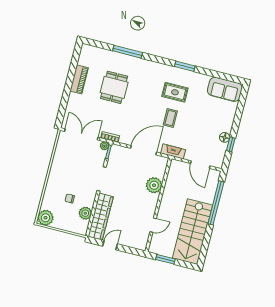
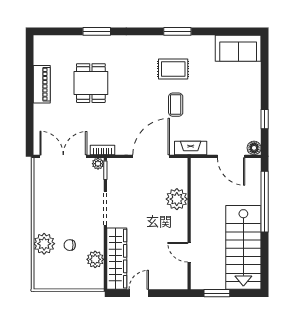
window: (128, 52) -> (97, 31), width x0.69
floor lamp: (225, 137) -> (254, 148), moved
plant: (46, 218) -> (44, 244), moved
door: (153, 225) -> (189, 252), swing flipped

